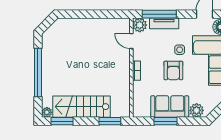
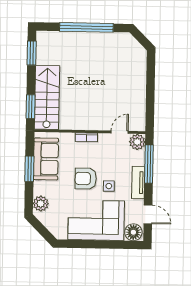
tv unit: (164, 23) -> (138, 183), moved
stairs: (82, 107) -> (47, 97), moved
sofa: (170, 107) -> (46, 159), moved
plant: (47, 112) -> (42, 36), removed

